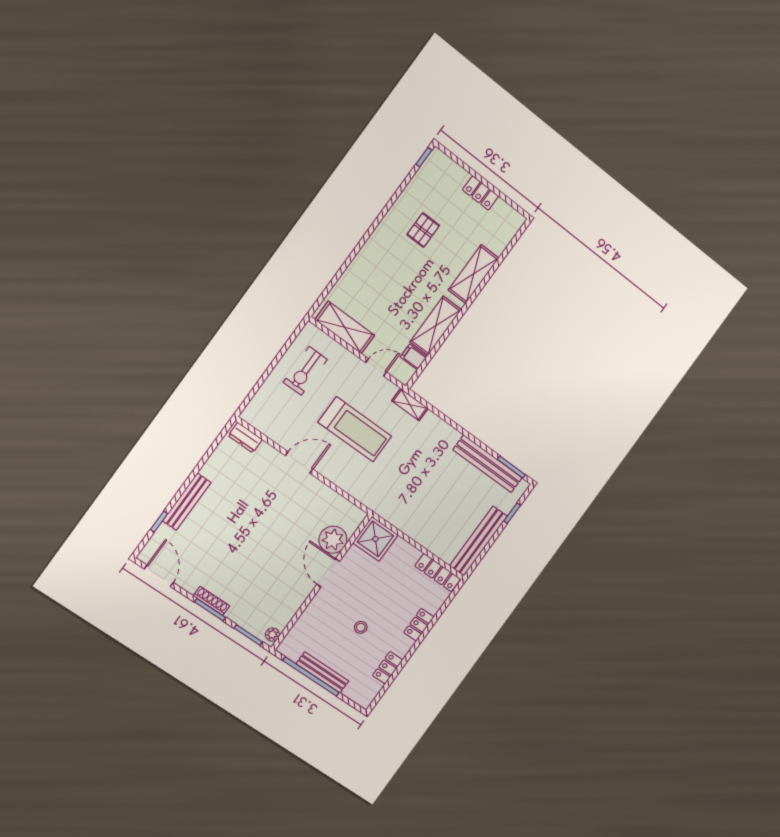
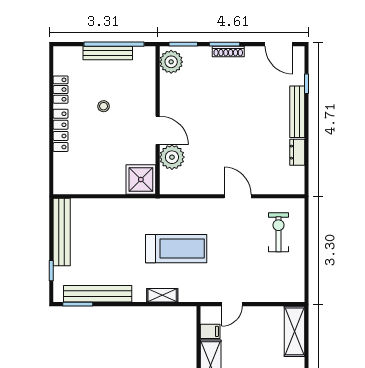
shelving: (345, 327) -> (294, 331), moved, turned 90
exercise bike: (305, 371) -> (278, 232), moved
shelving: (410, 405) -> (162, 295), moved
treadmill: (355, 429) -> (176, 249), moved, turned 180
dresser: (245, 438) -> (297, 152), moved, turned -90
door: (299, 462) -> (238, 196), swing flipped
locker: (438, 573) -> (75, 187), removed
locker: (419, 625) -> (61, 130), width x1.53
plant: (272, 635) -> (171, 62), width x1.87, depth x1.87

